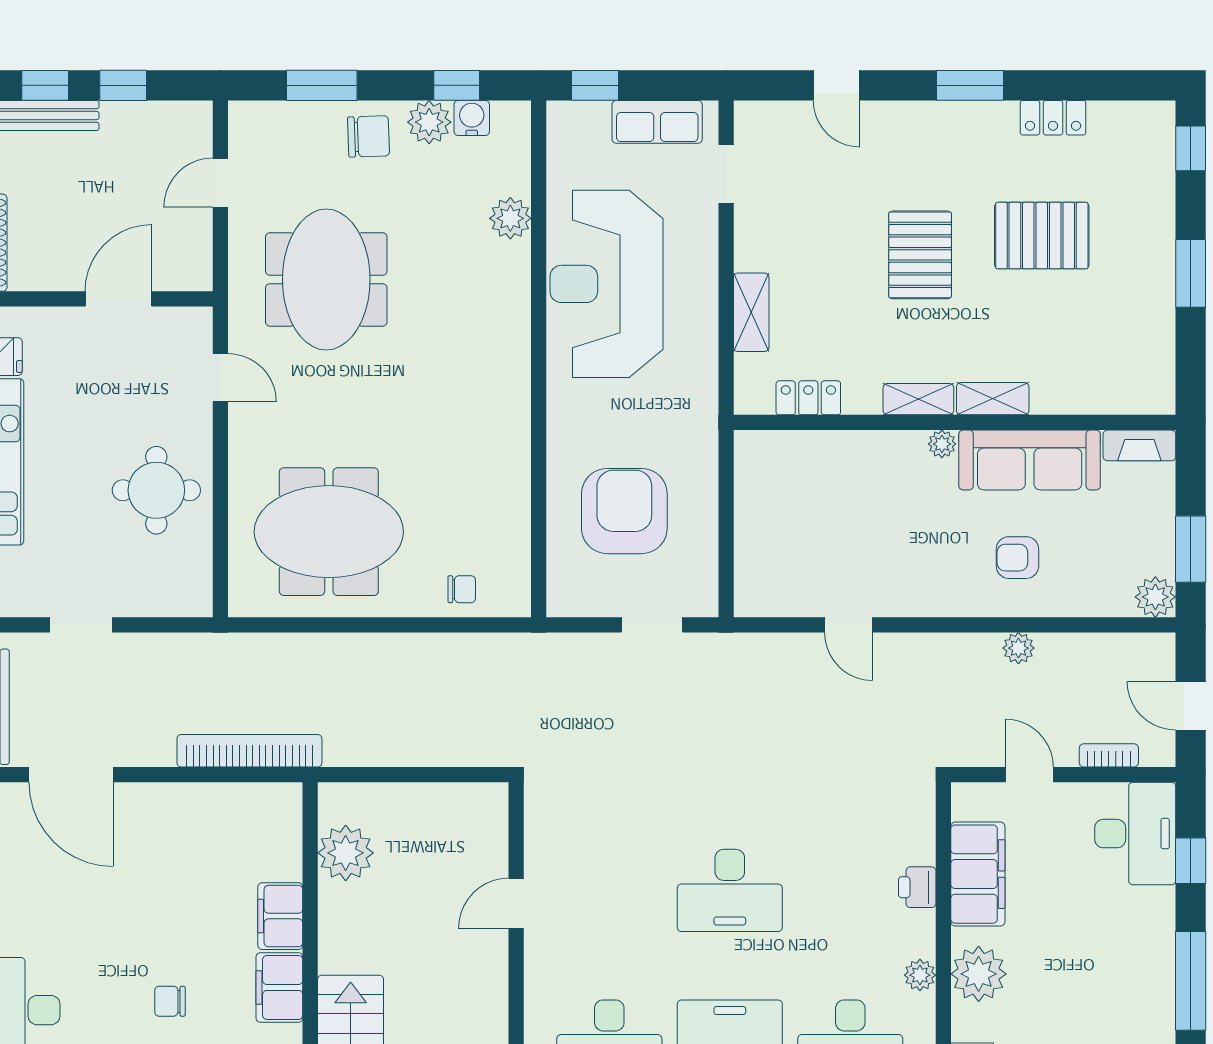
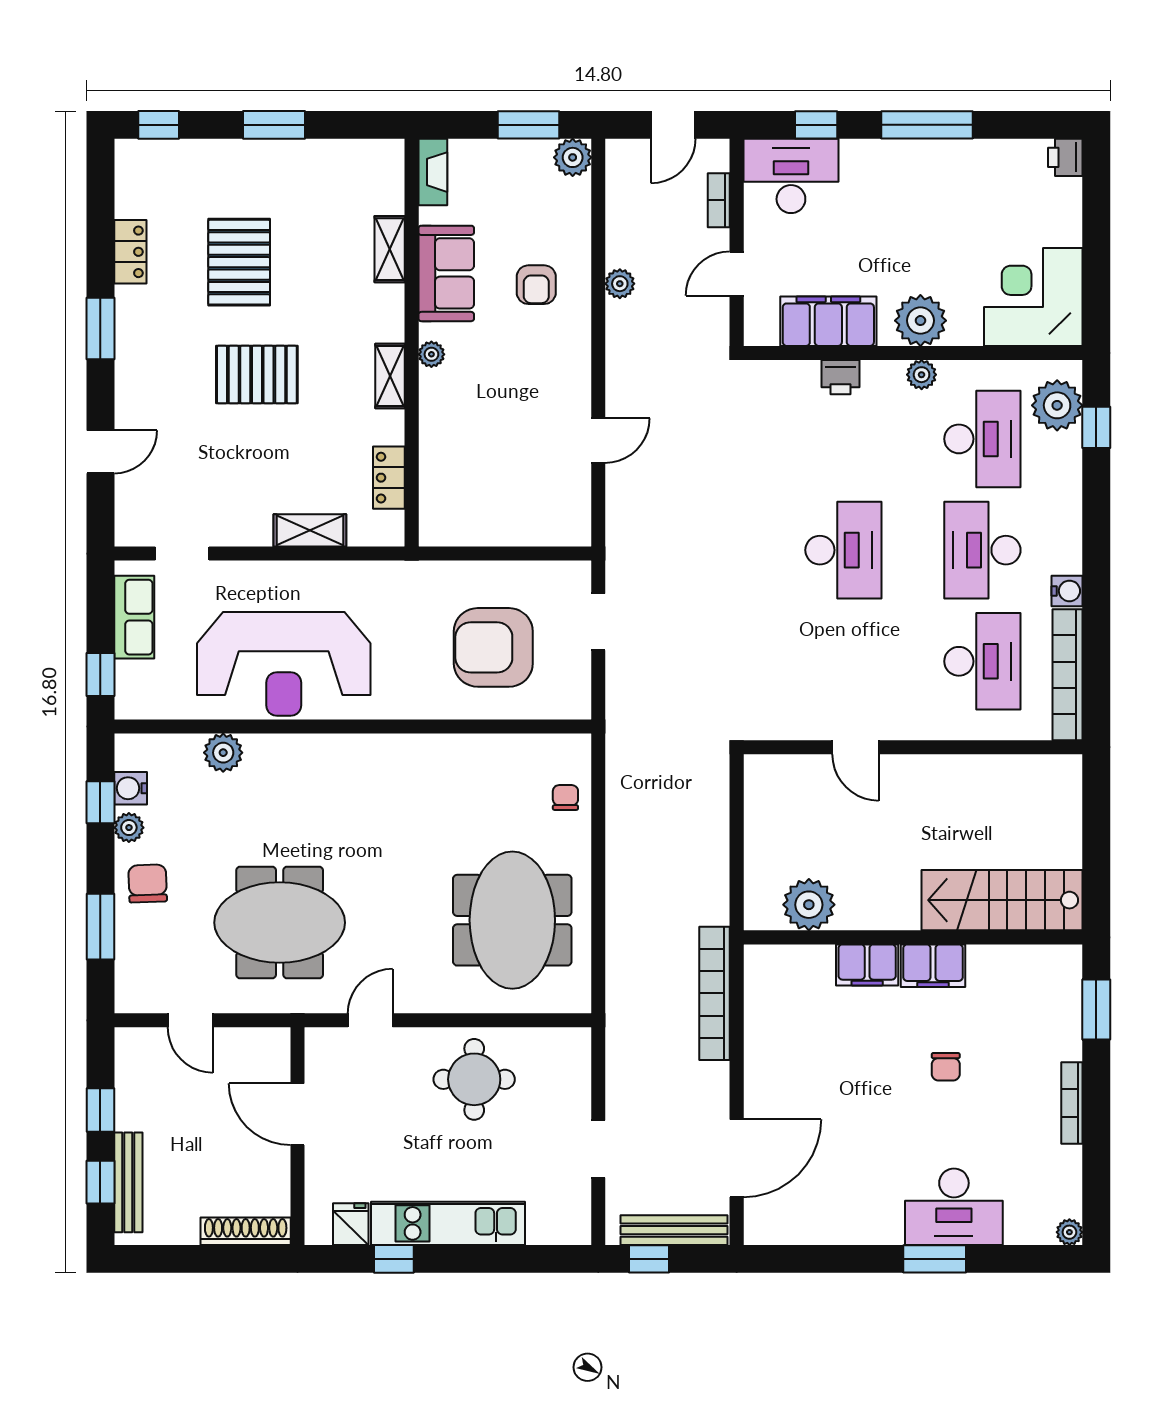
plant: (429, 122) -> (129, 828), width x0.73, depth x0.73
shelving: (993, 399) -> (390, 249), moved
sofa: (1030, 460) -> (446, 273), width x0.73

